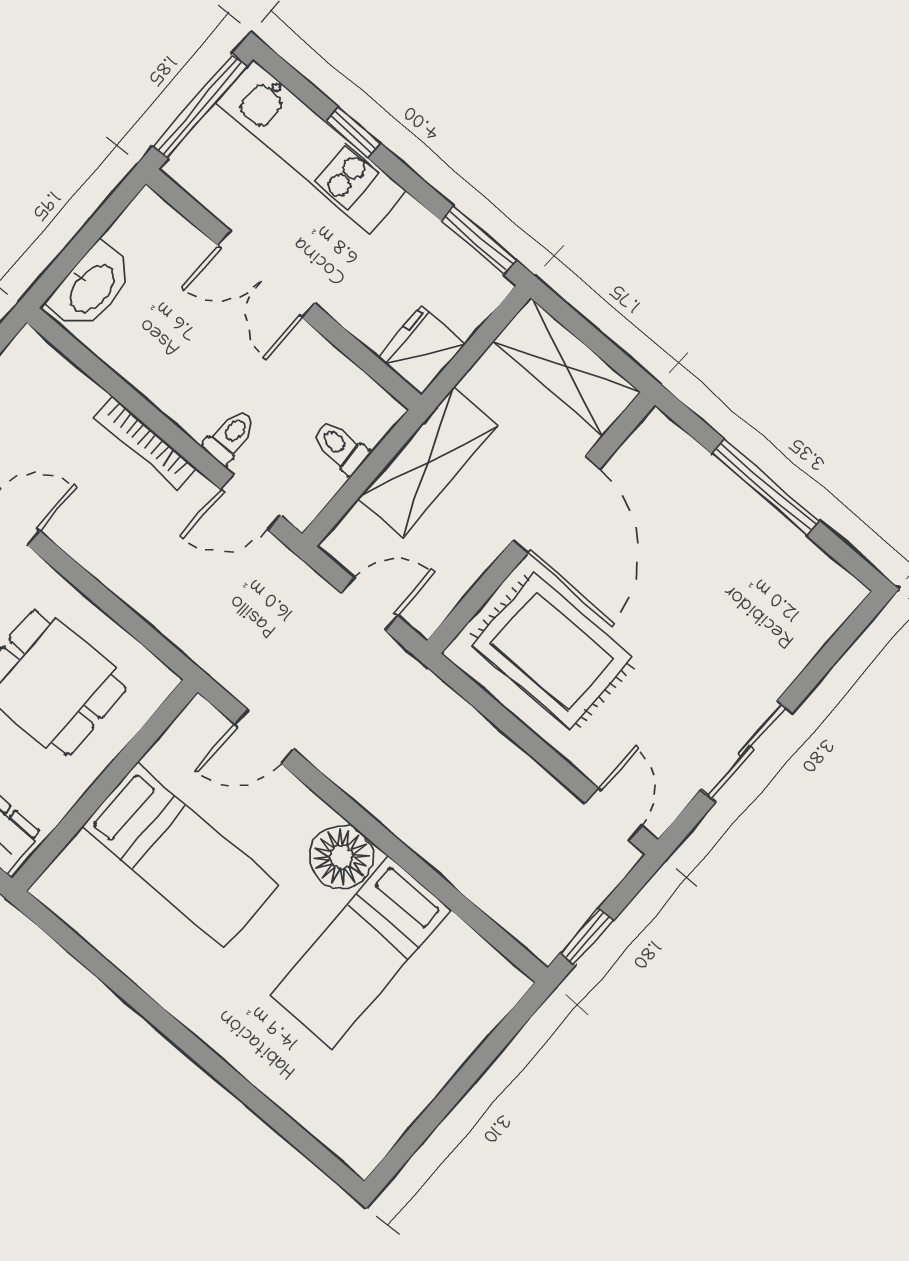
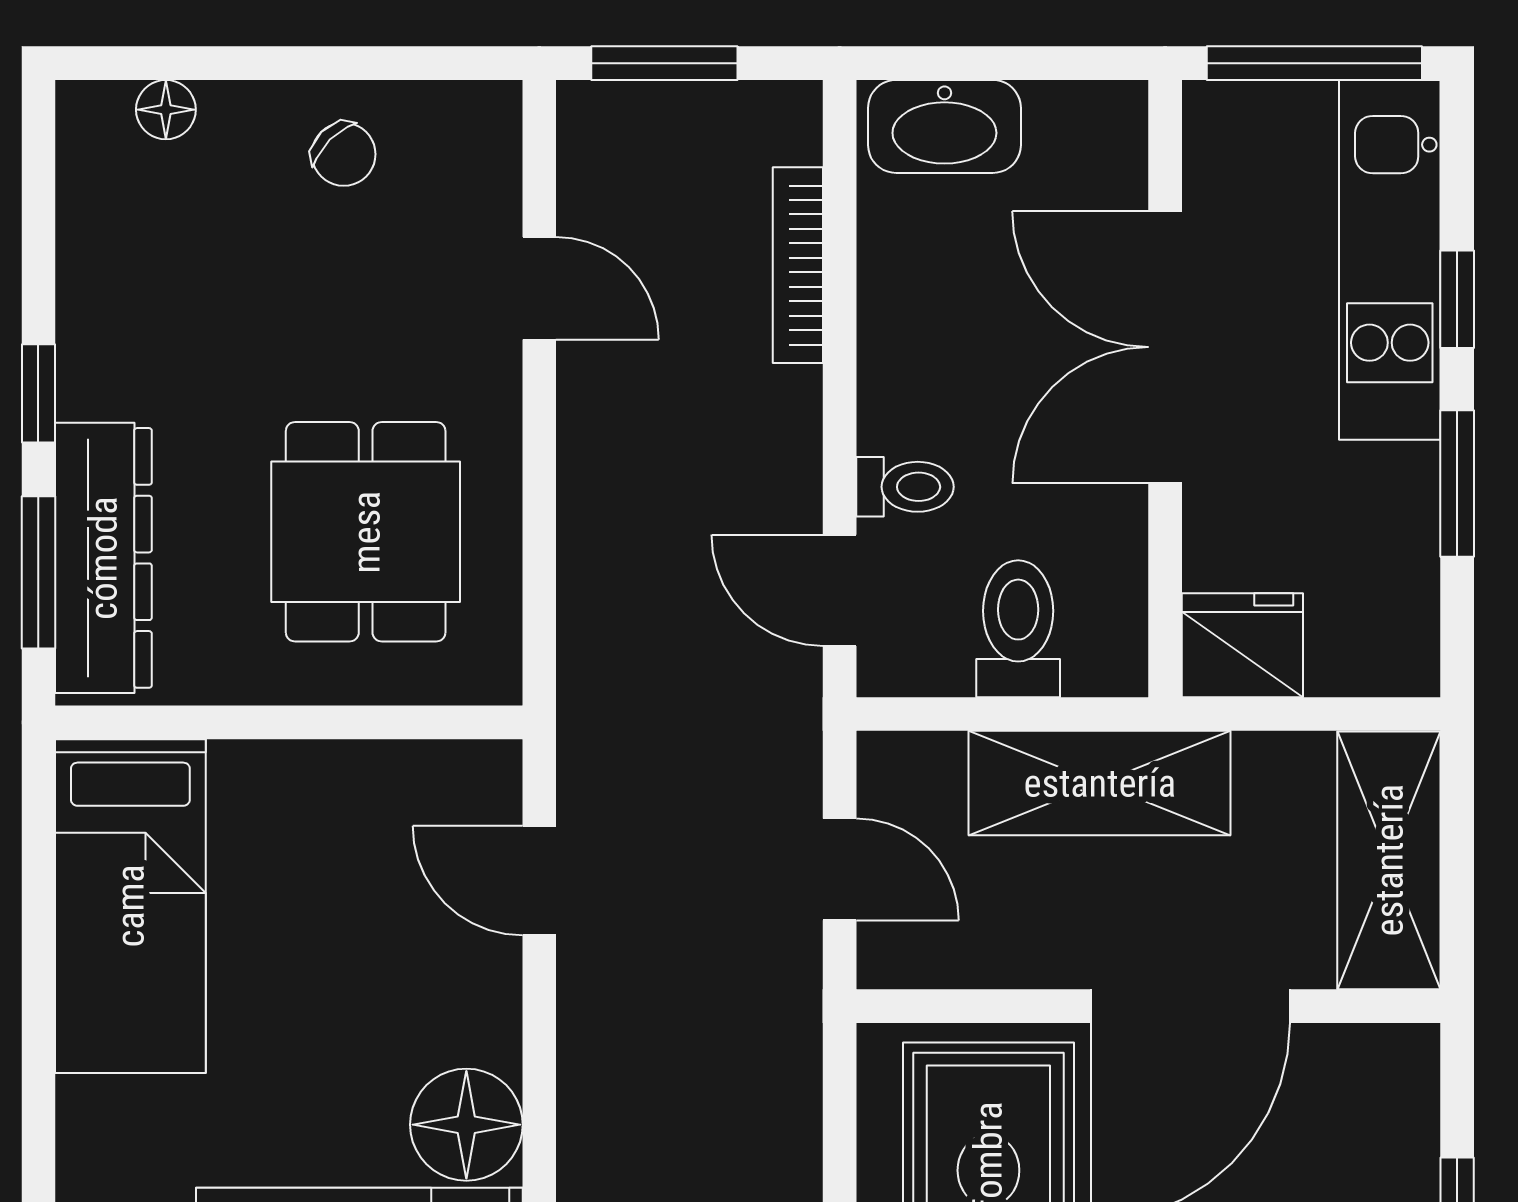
window: (478, 240) -> (1457, 483), moved
double door: (266, 274) -> (1165, 347), width x1.37
bookcase: (145, 442) -> (798, 265), moved
toilet: (340, 447) -> (1018, 629), width x1.37, depth x1.39
bed: (180, 856) -> (130, 906), moved

